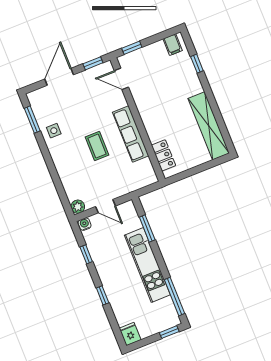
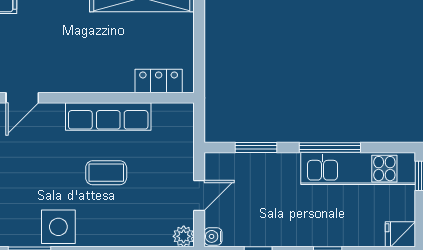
side table: (54, 131) -> (58, 227), width x1.87, depth x1.87
kitchen unit: (147, 265) -> (358, 169), moved
window: (174, 297) -> (330, 147), moved

